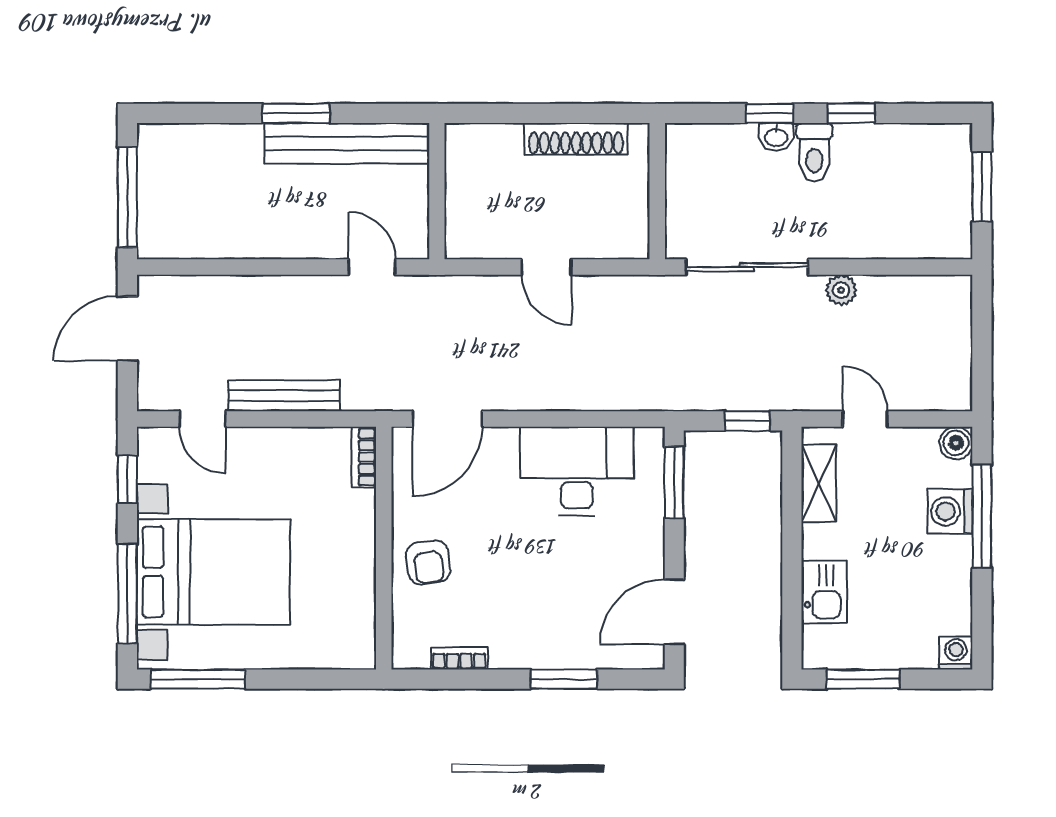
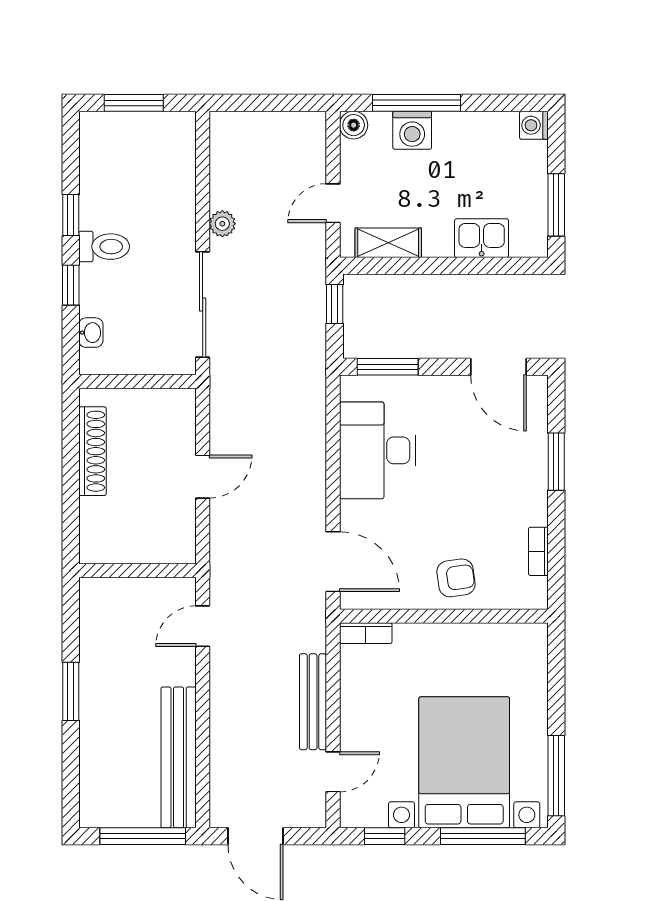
washbasin: (776, 137) -> (91, 333), moved
bench: (347, 143) -> (179, 757), moved

